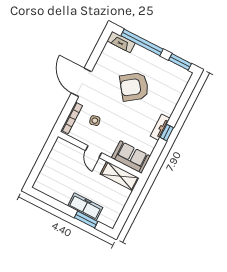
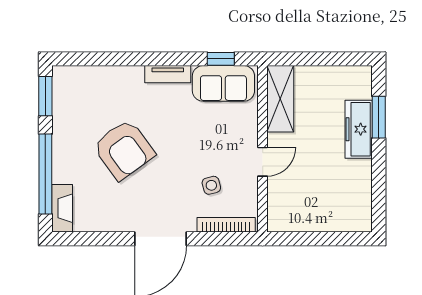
window: (167, 133) -> (221, 59), moved
sofa: (131, 157) -> (223, 83), moved, turned -90

